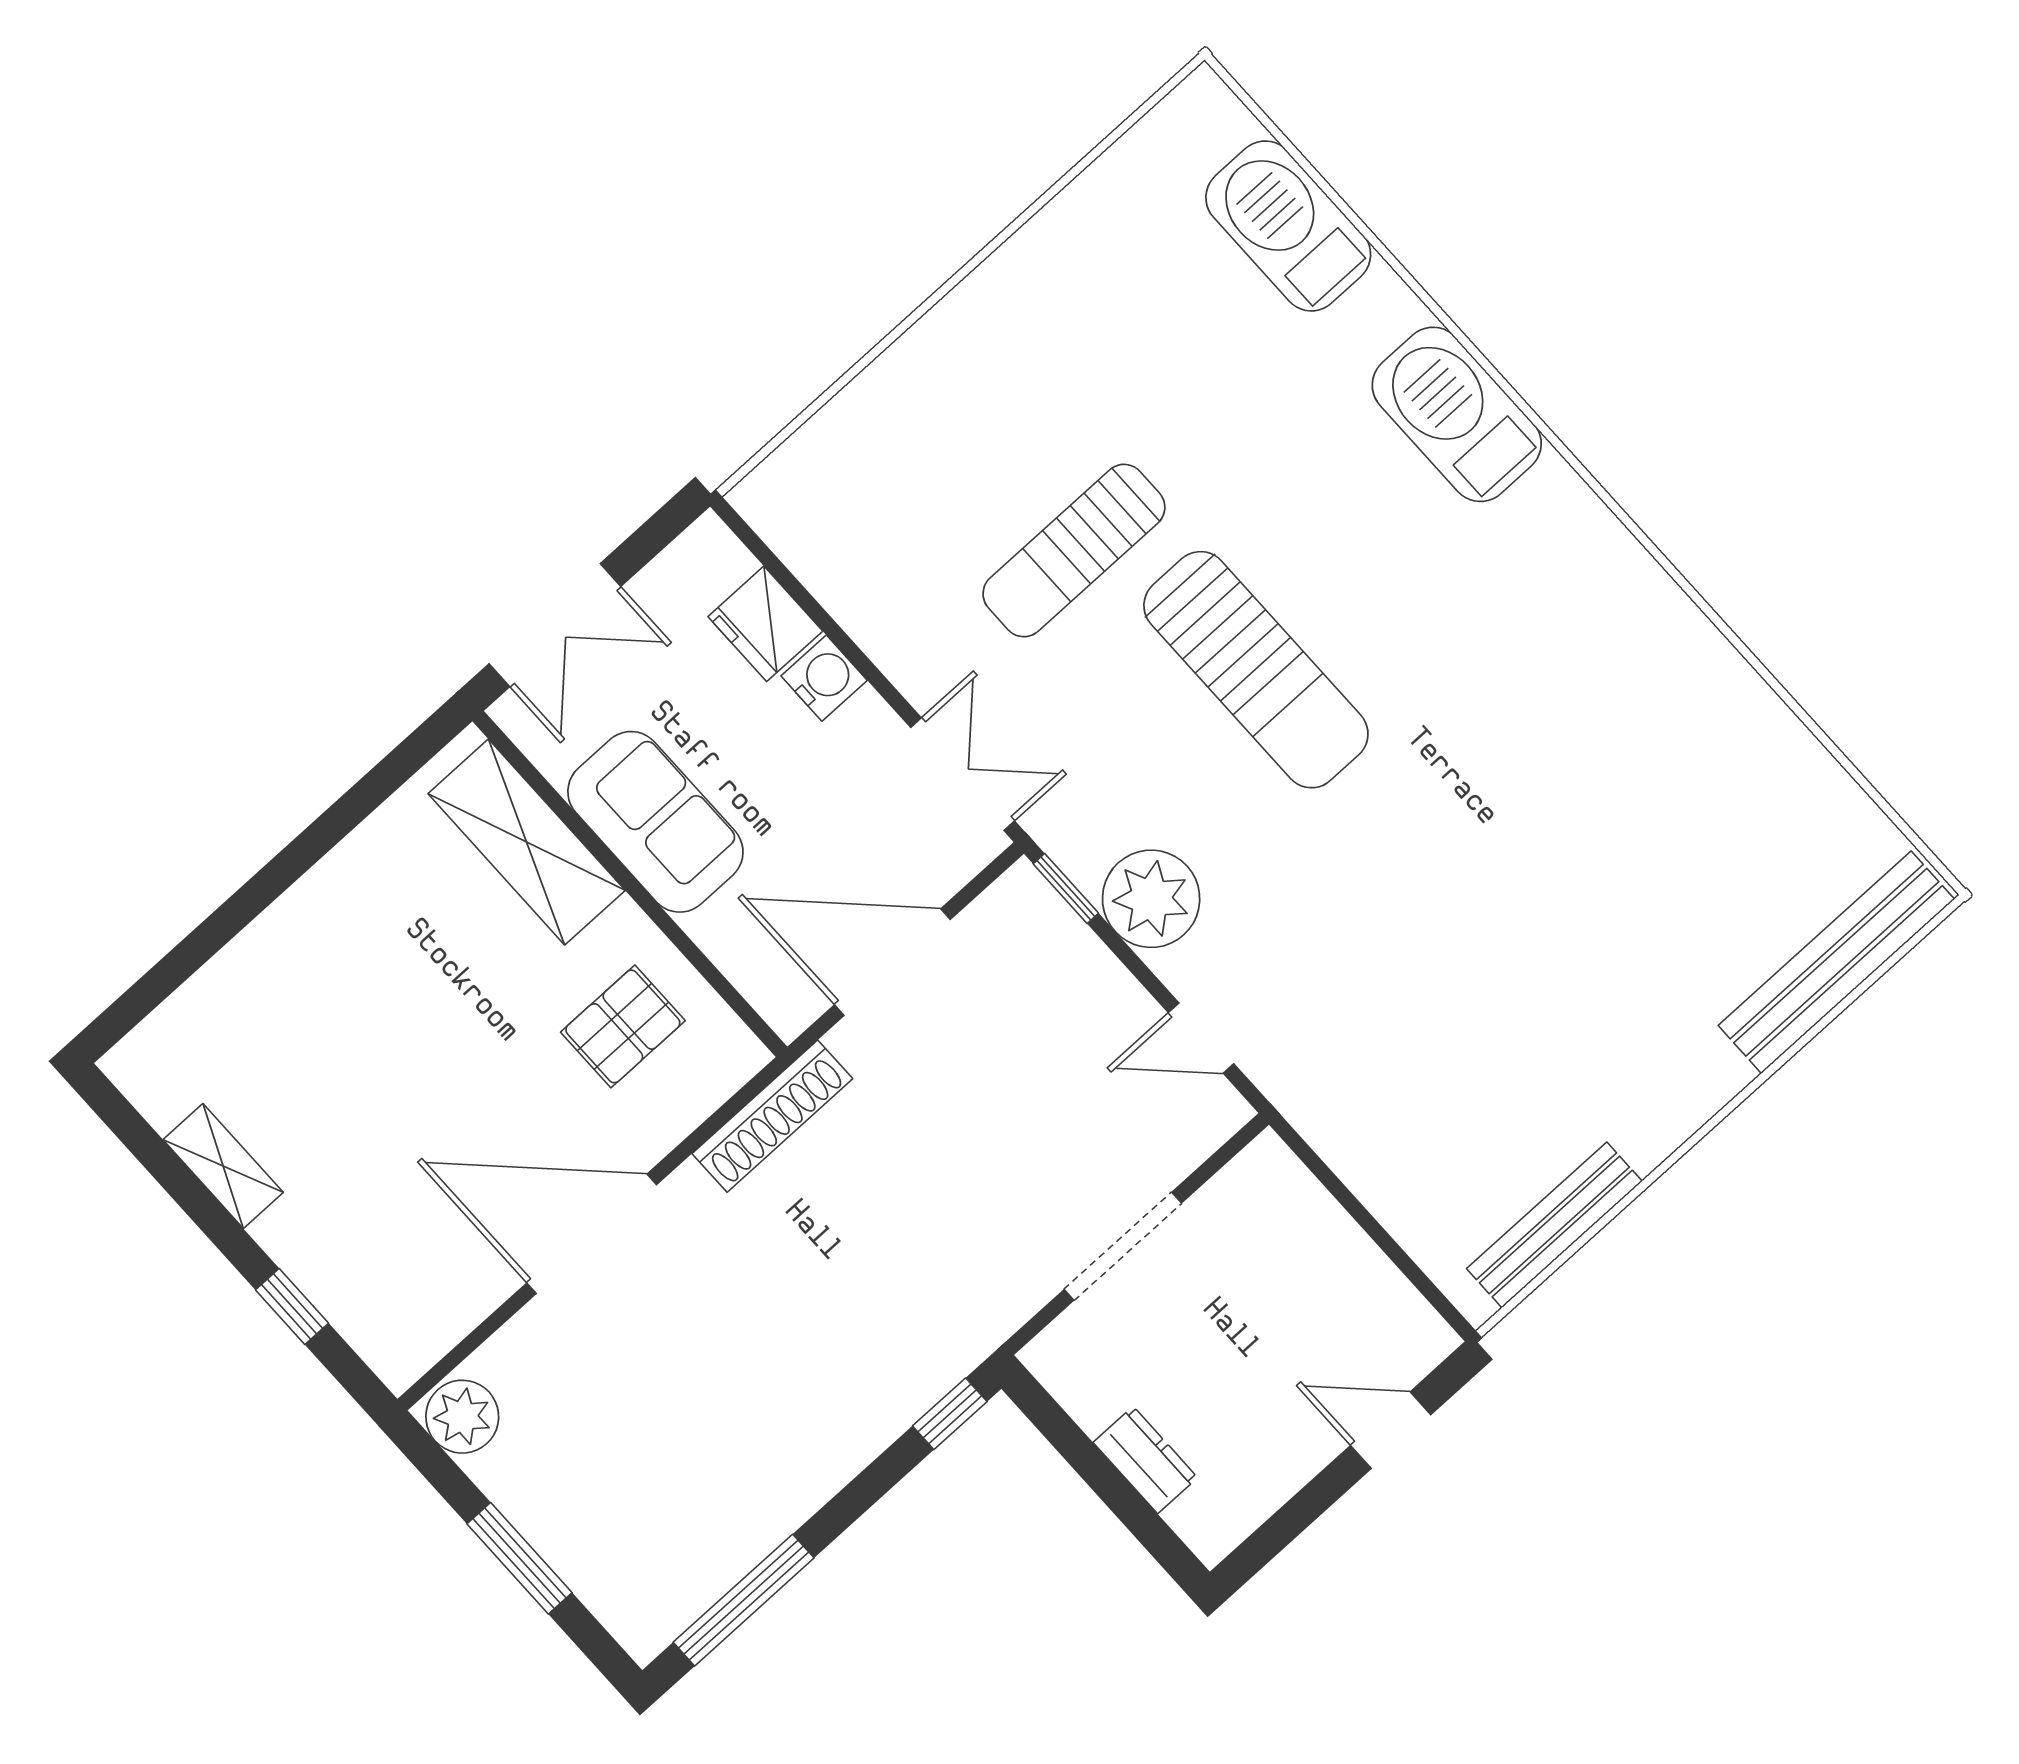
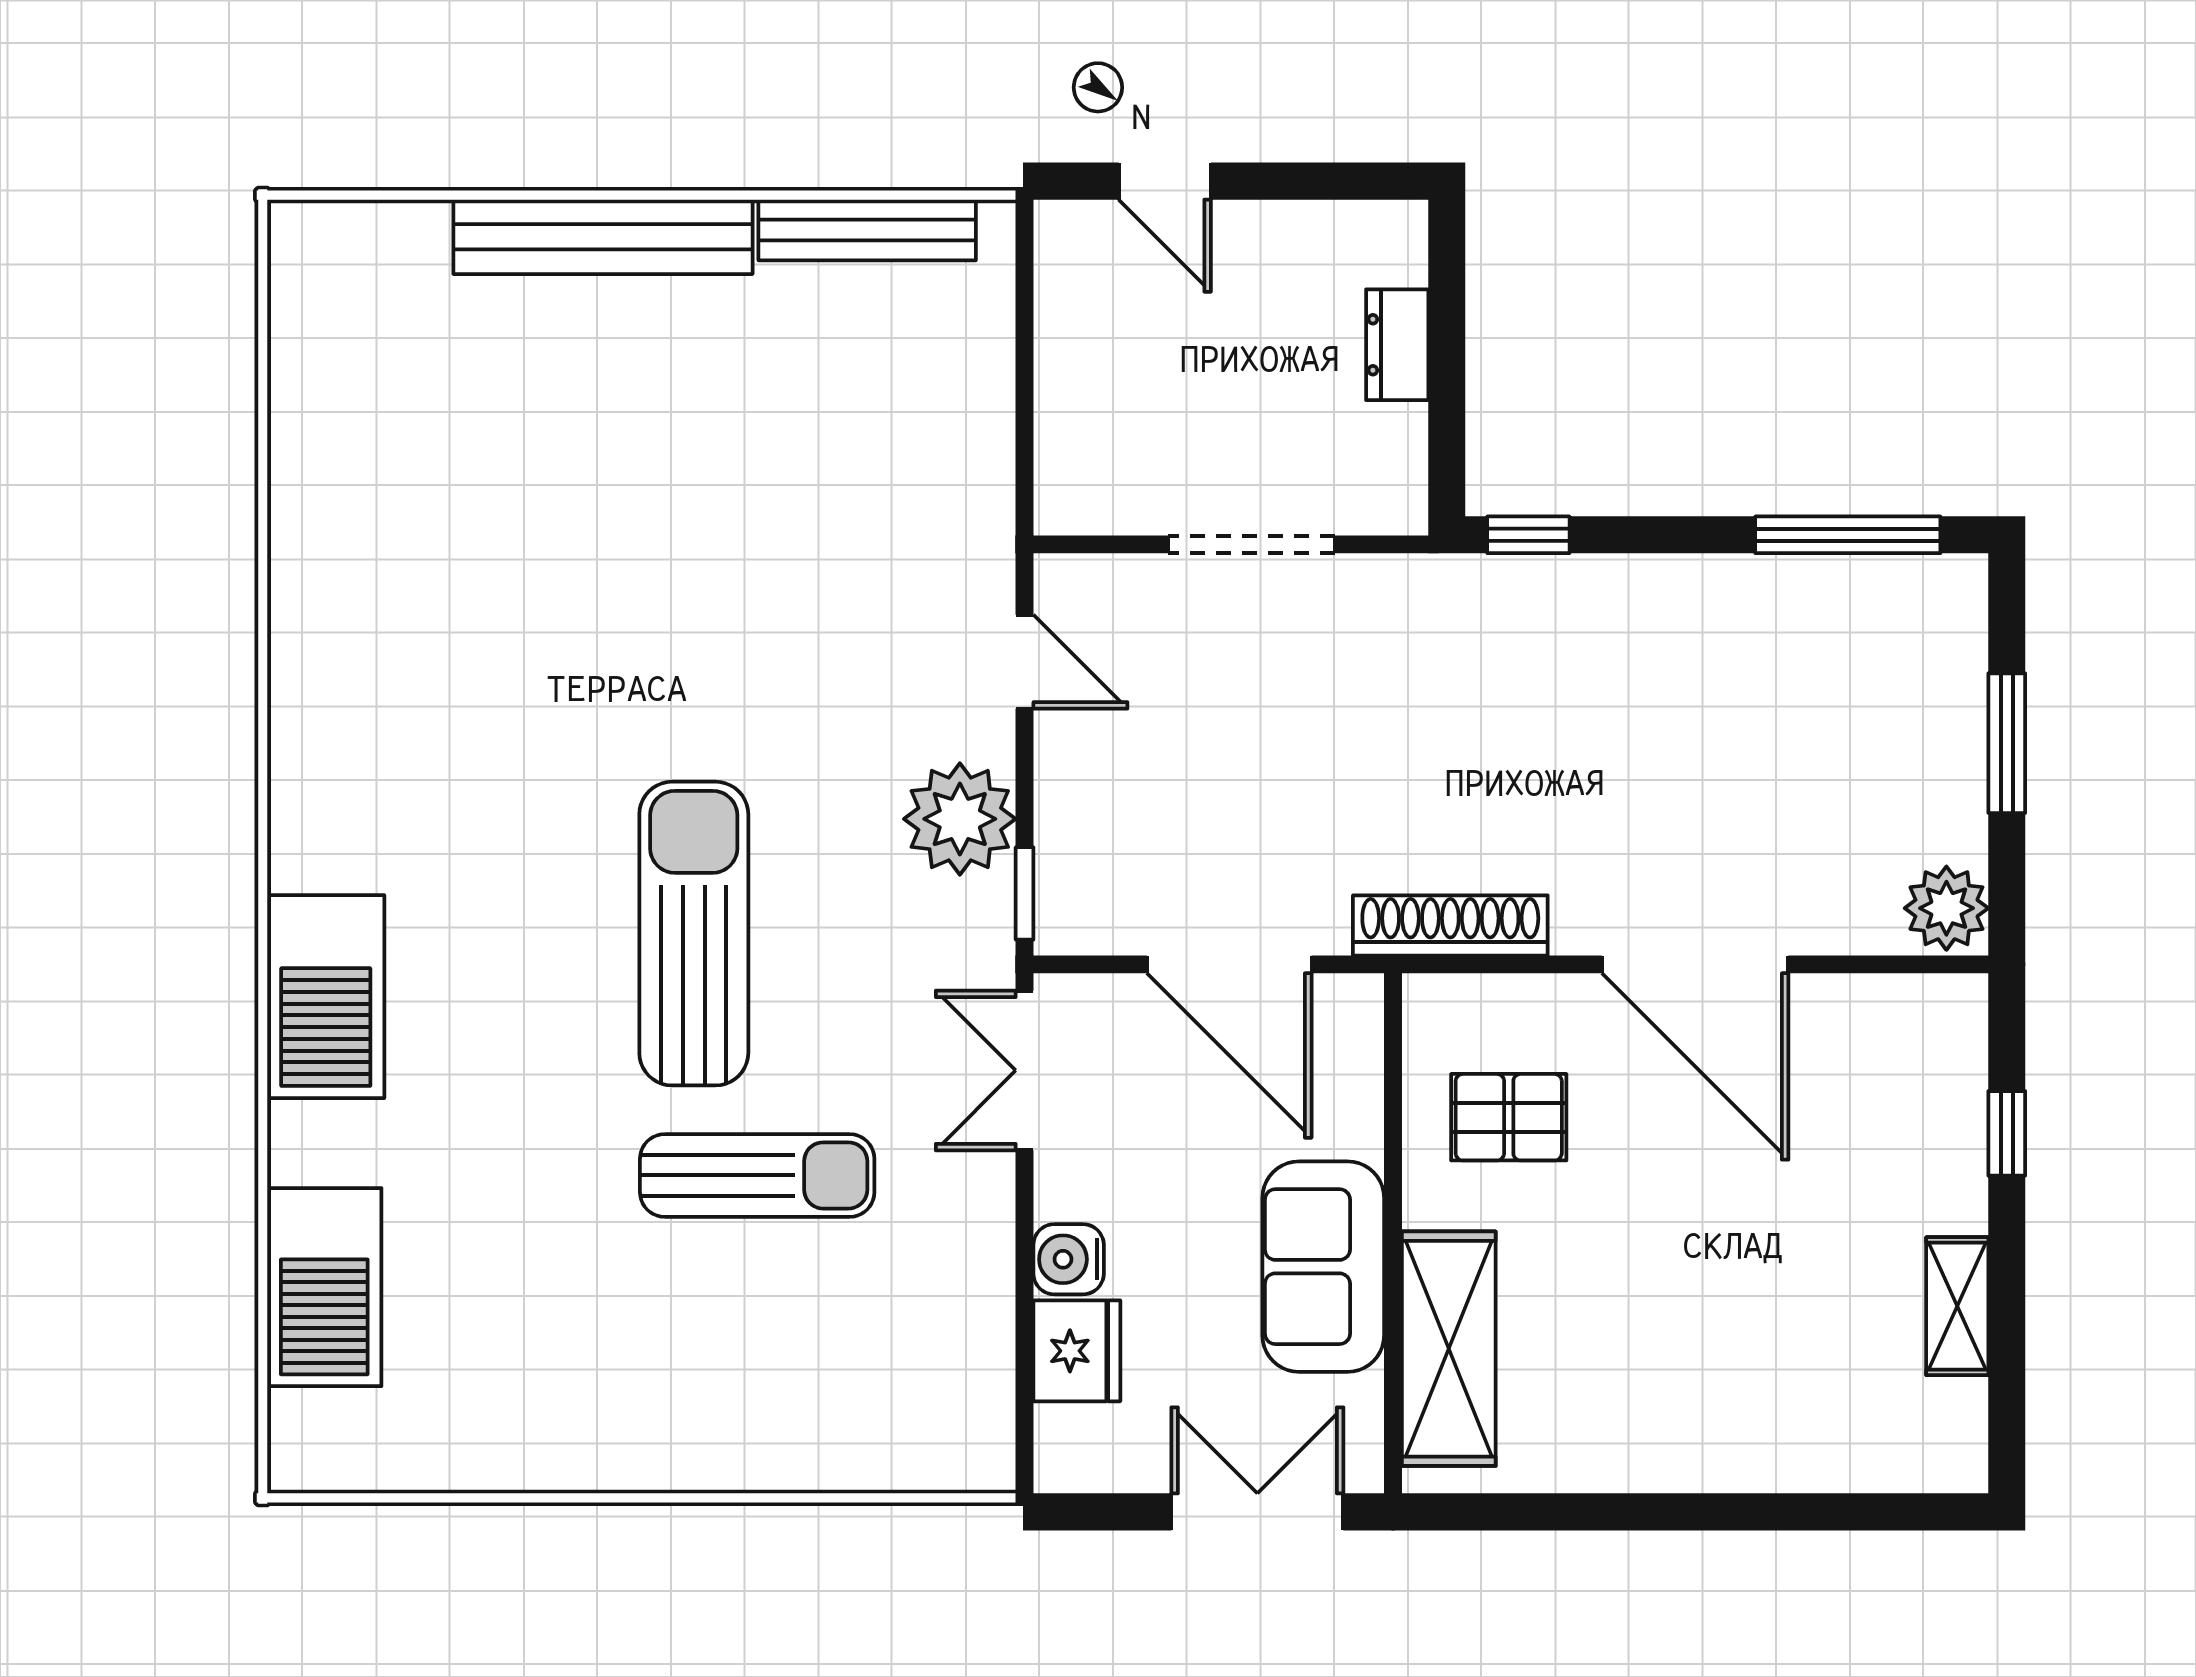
bench: (1836, 962) -> (603, 237), moved

